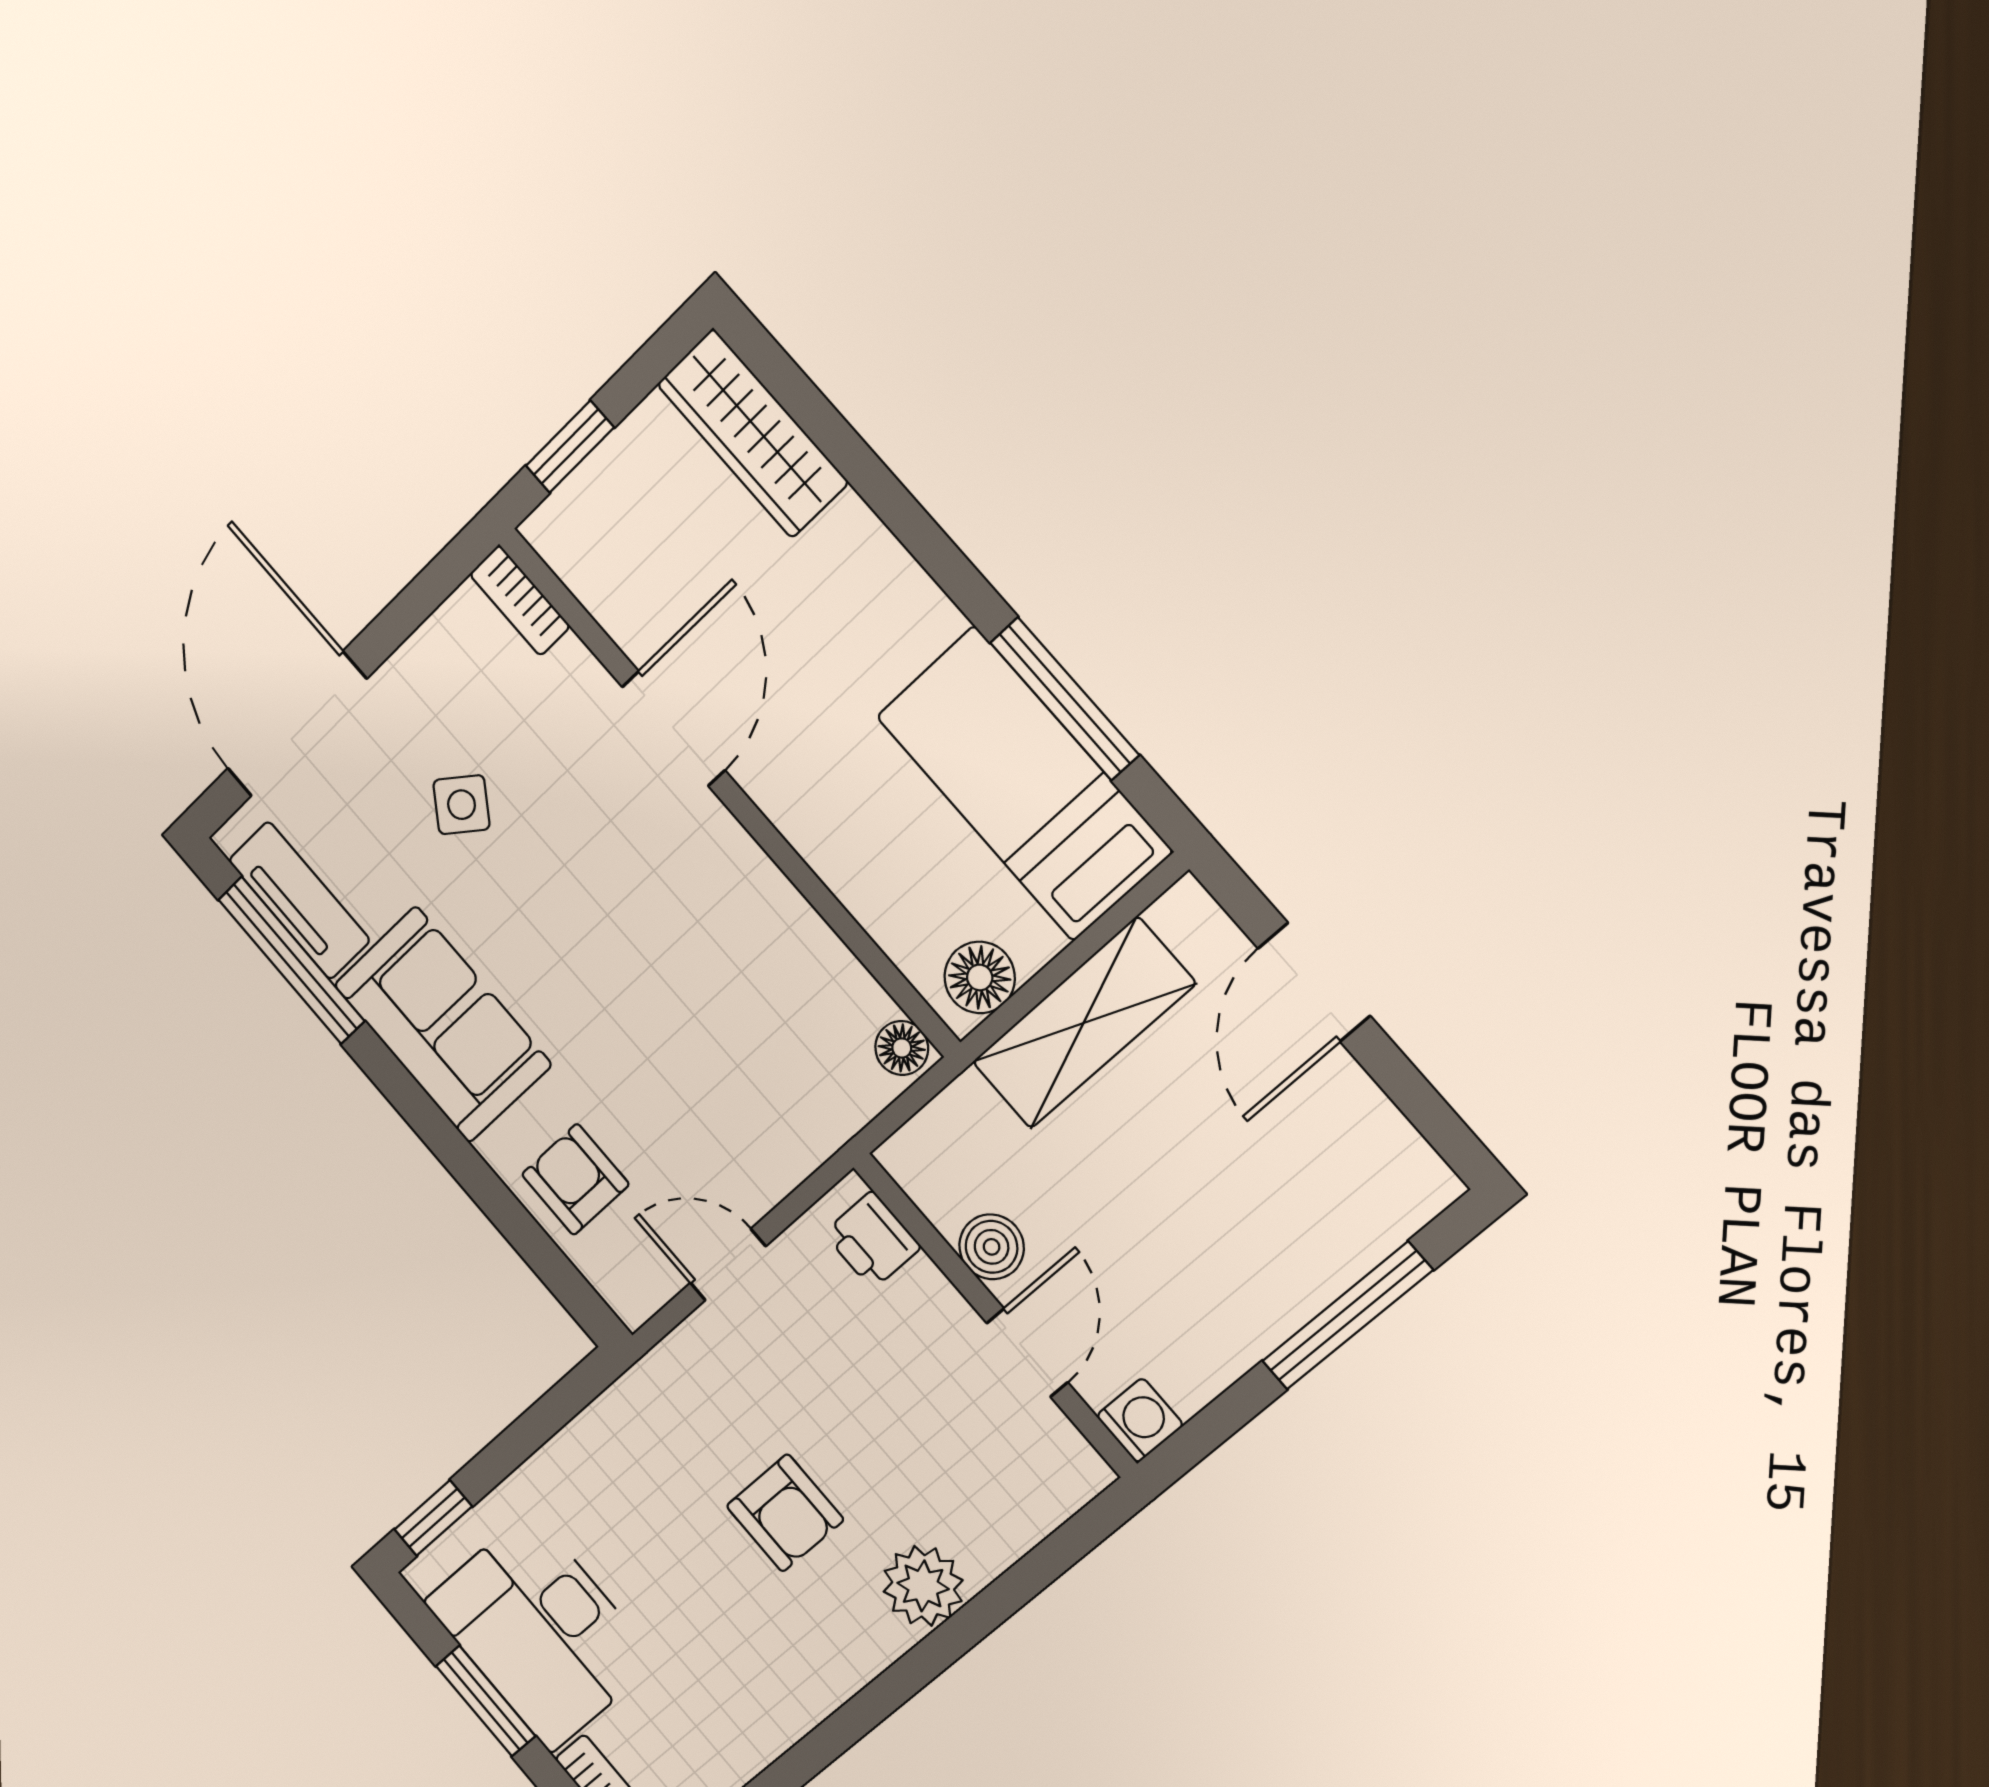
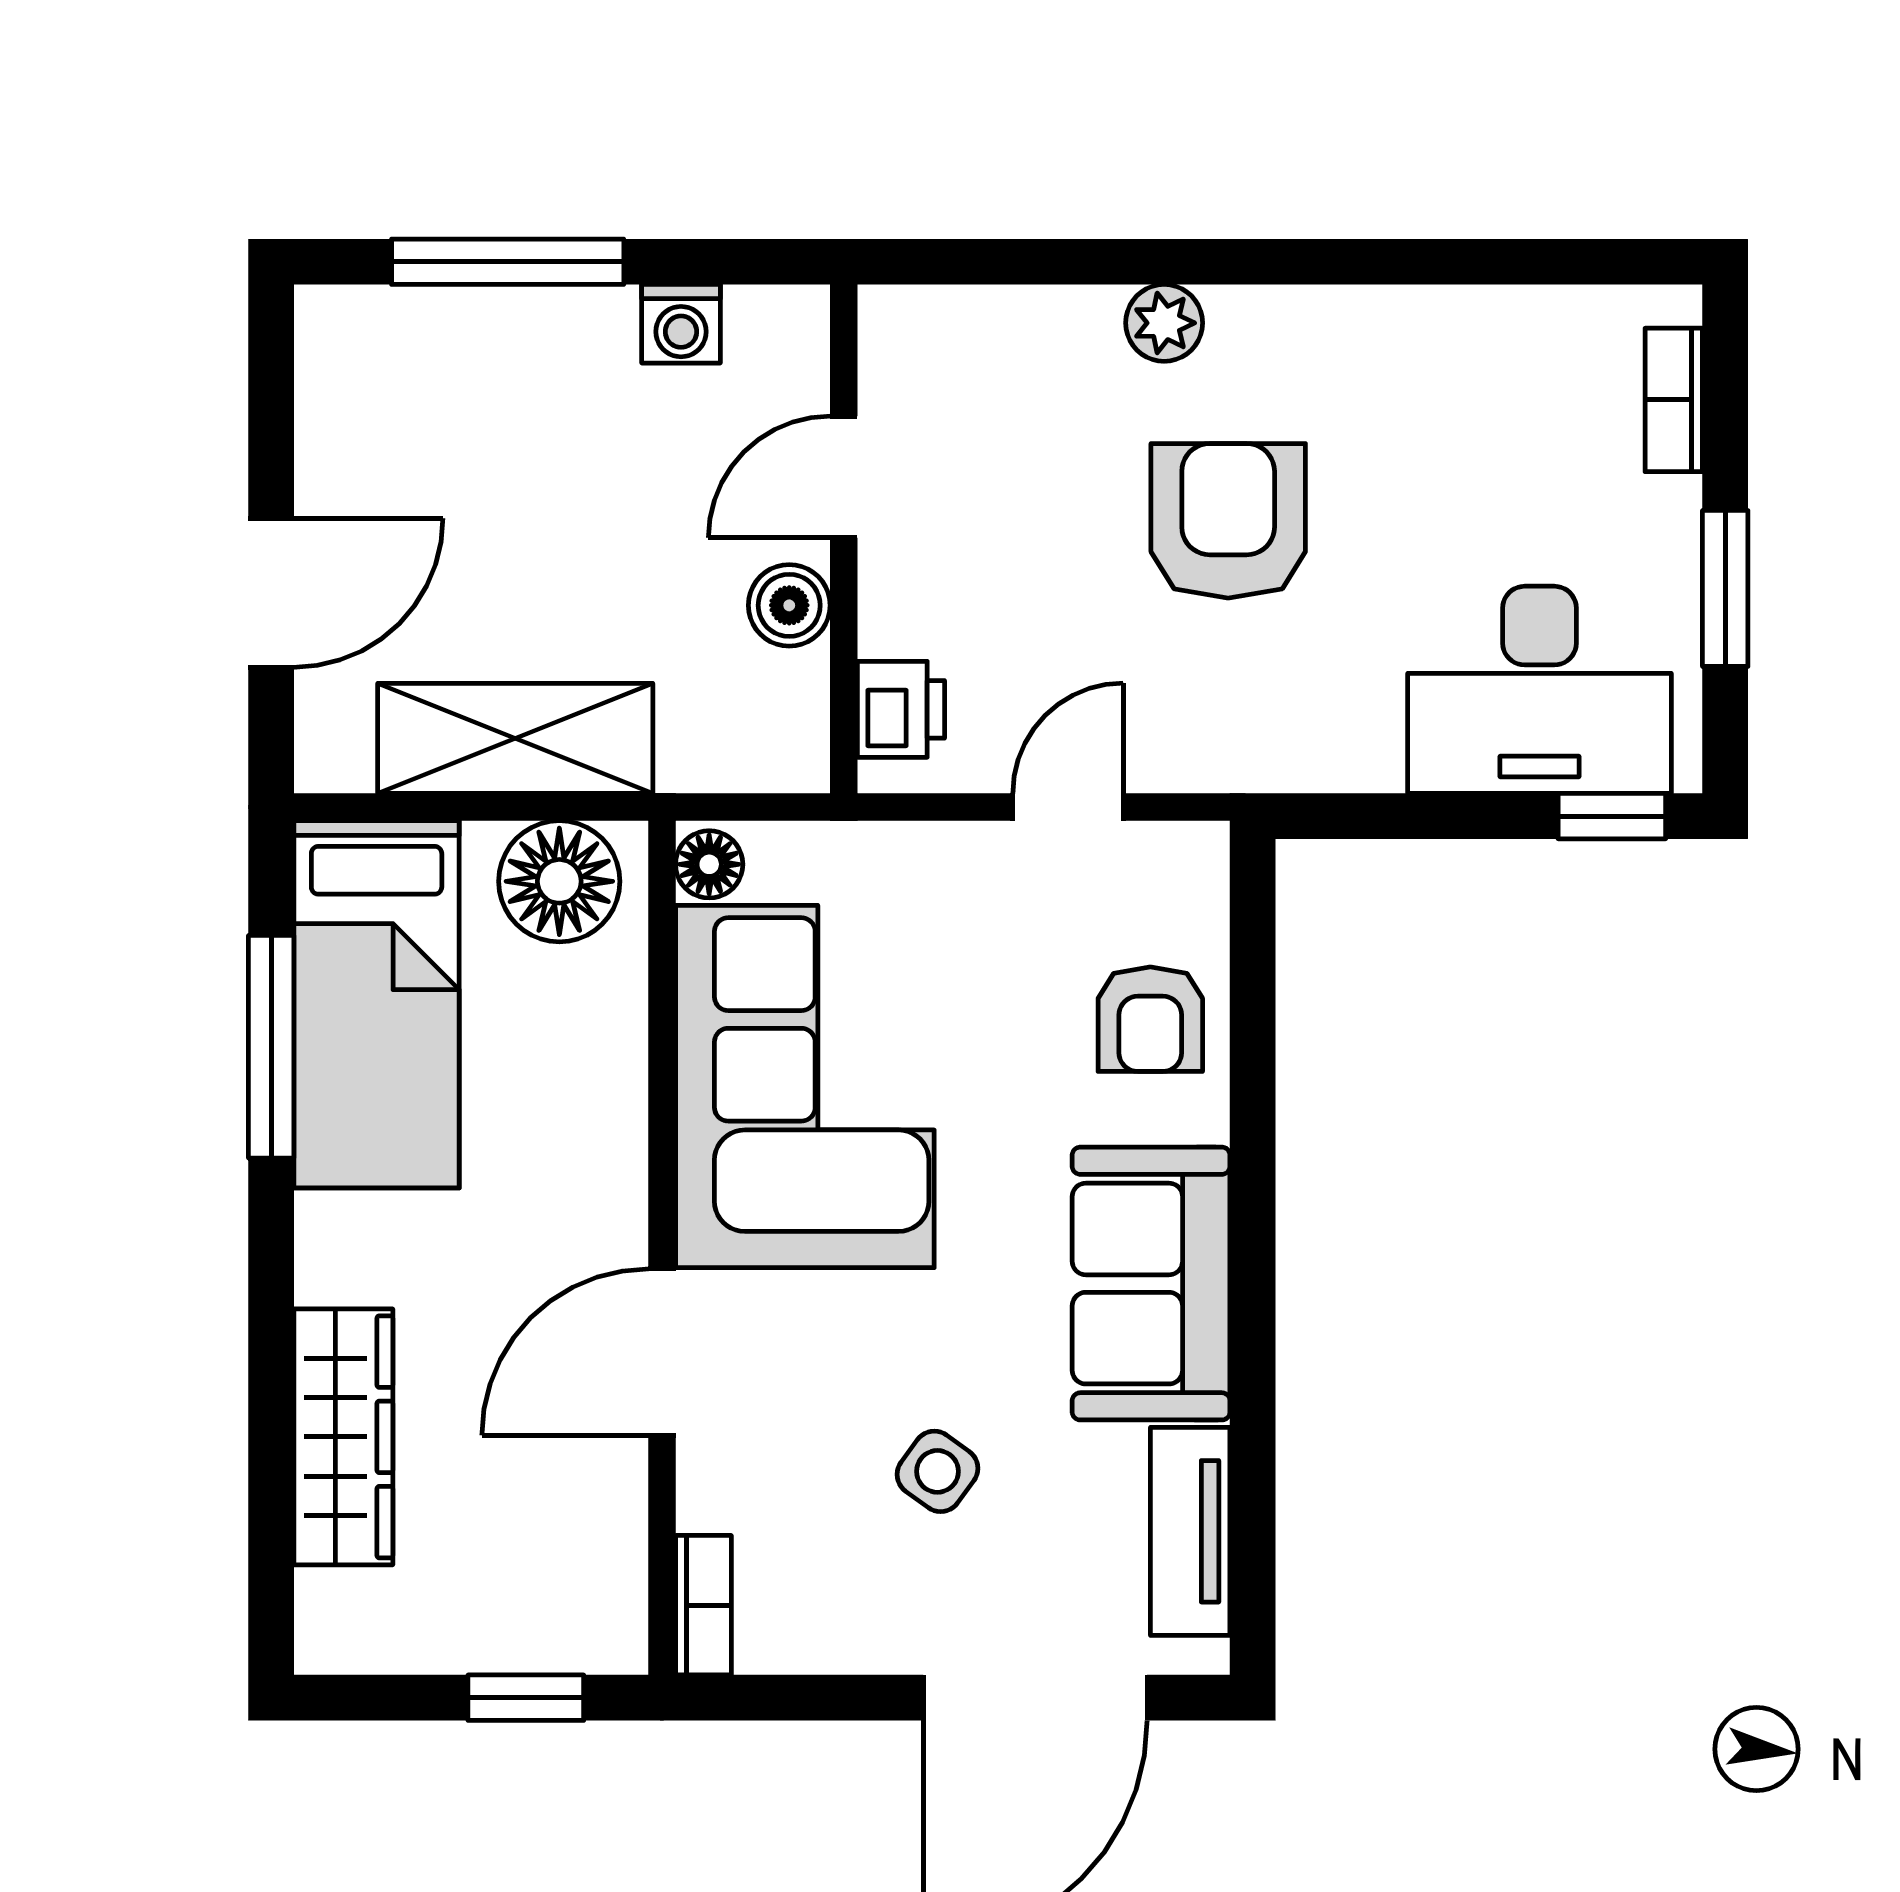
wardrobe: (753, 433) -> (343, 1437), moved
window: (291, 960) -> (1253, 1482), removed
corner sofa: (731, 964) -> (805, 1086), added
floor lamp: (980, 977) -> (559, 881), width x1.38, depth x1.38
door: (728, 1265) -> (1068, 807), swing flipped
washing machine: (1140, 1420) -> (681, 324), moved, turned -90
armchair: (785, 1513) -> (1228, 521), width x1.38, depth x1.38
plant: (923, 1586) -> (1164, 323), width x0.73, depth x0.73
desk: (540, 1631) -> (1539, 690), moved, turned 90

